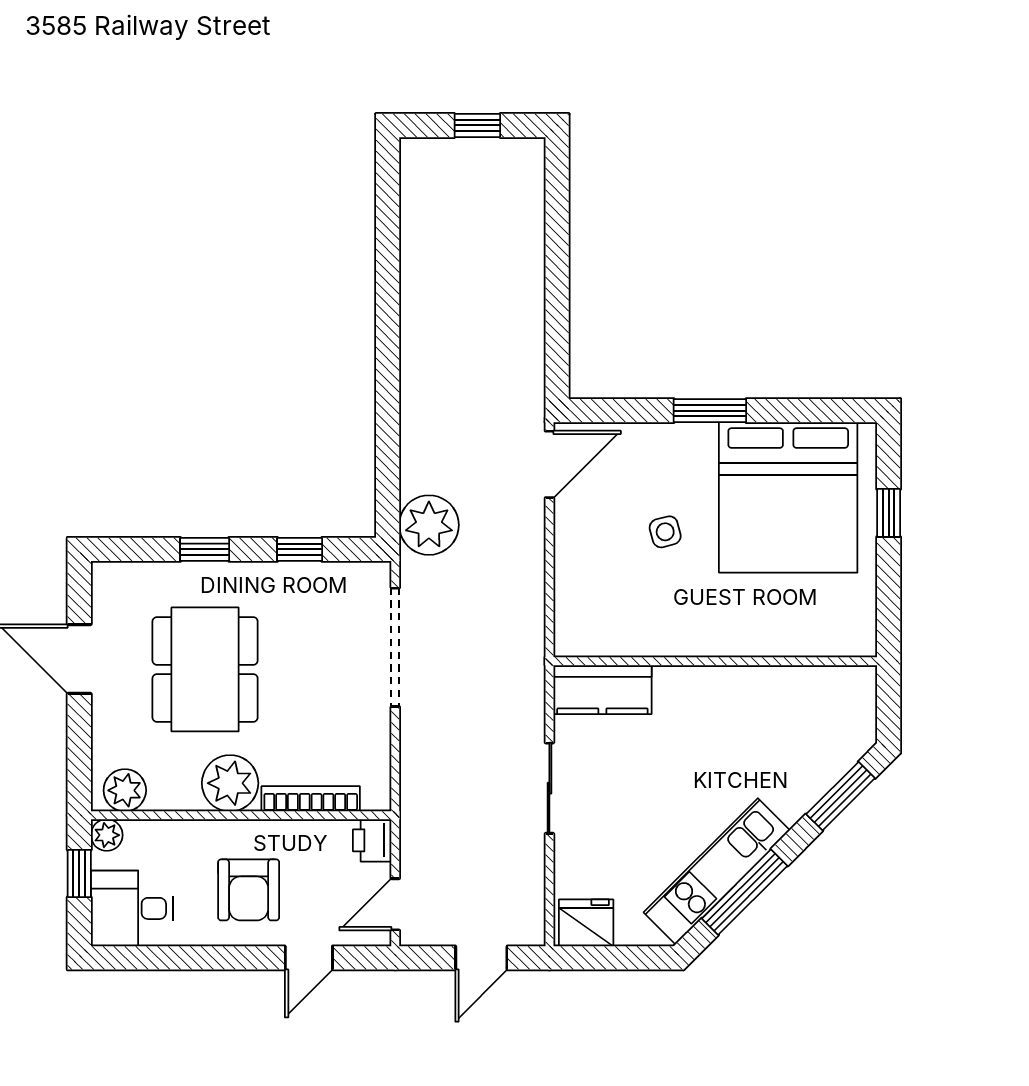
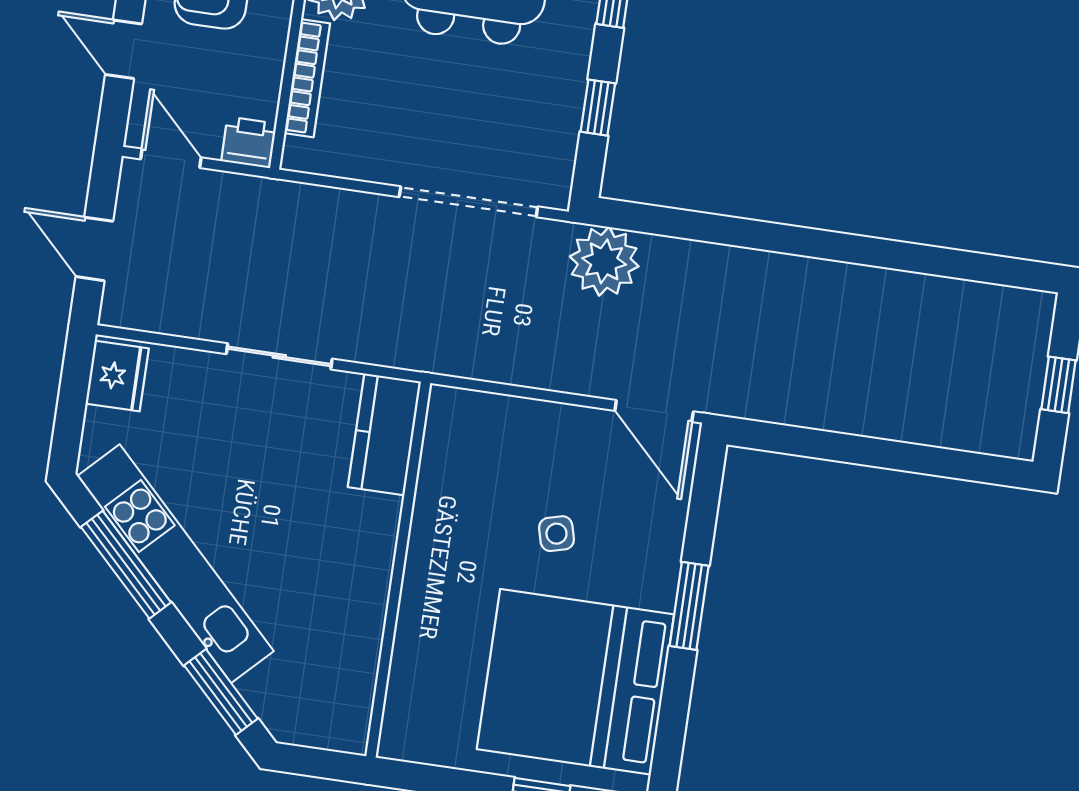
kitchen unit: (717, 871) -> (175, 564), width x1.36

